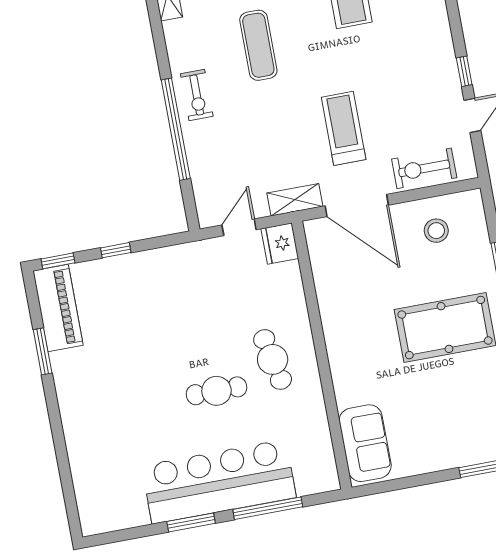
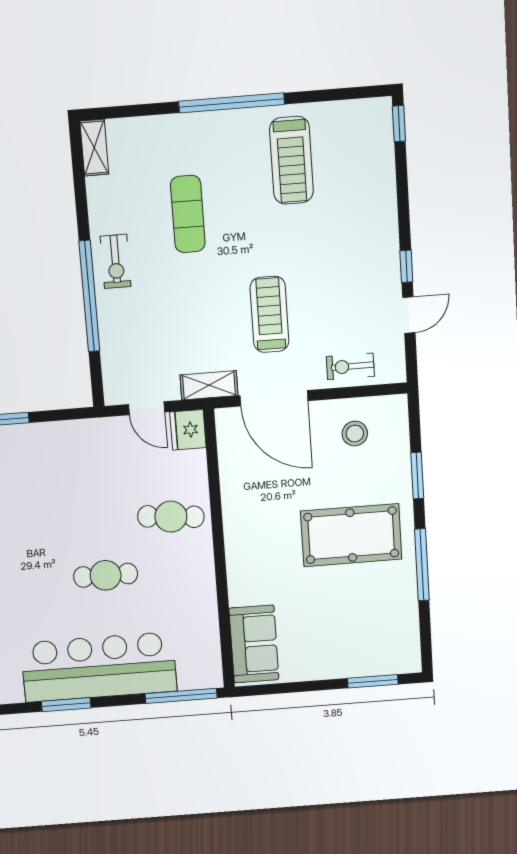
exercise bike: (424, 168) -> (350, 366), width x0.73, depth x0.72
door: (239, 227) -> (147, 408), swing flipped
cafe table: (273, 359) -> (171, 517), moved, turned -73
window: (268, 508) -> (181, 696), moved

